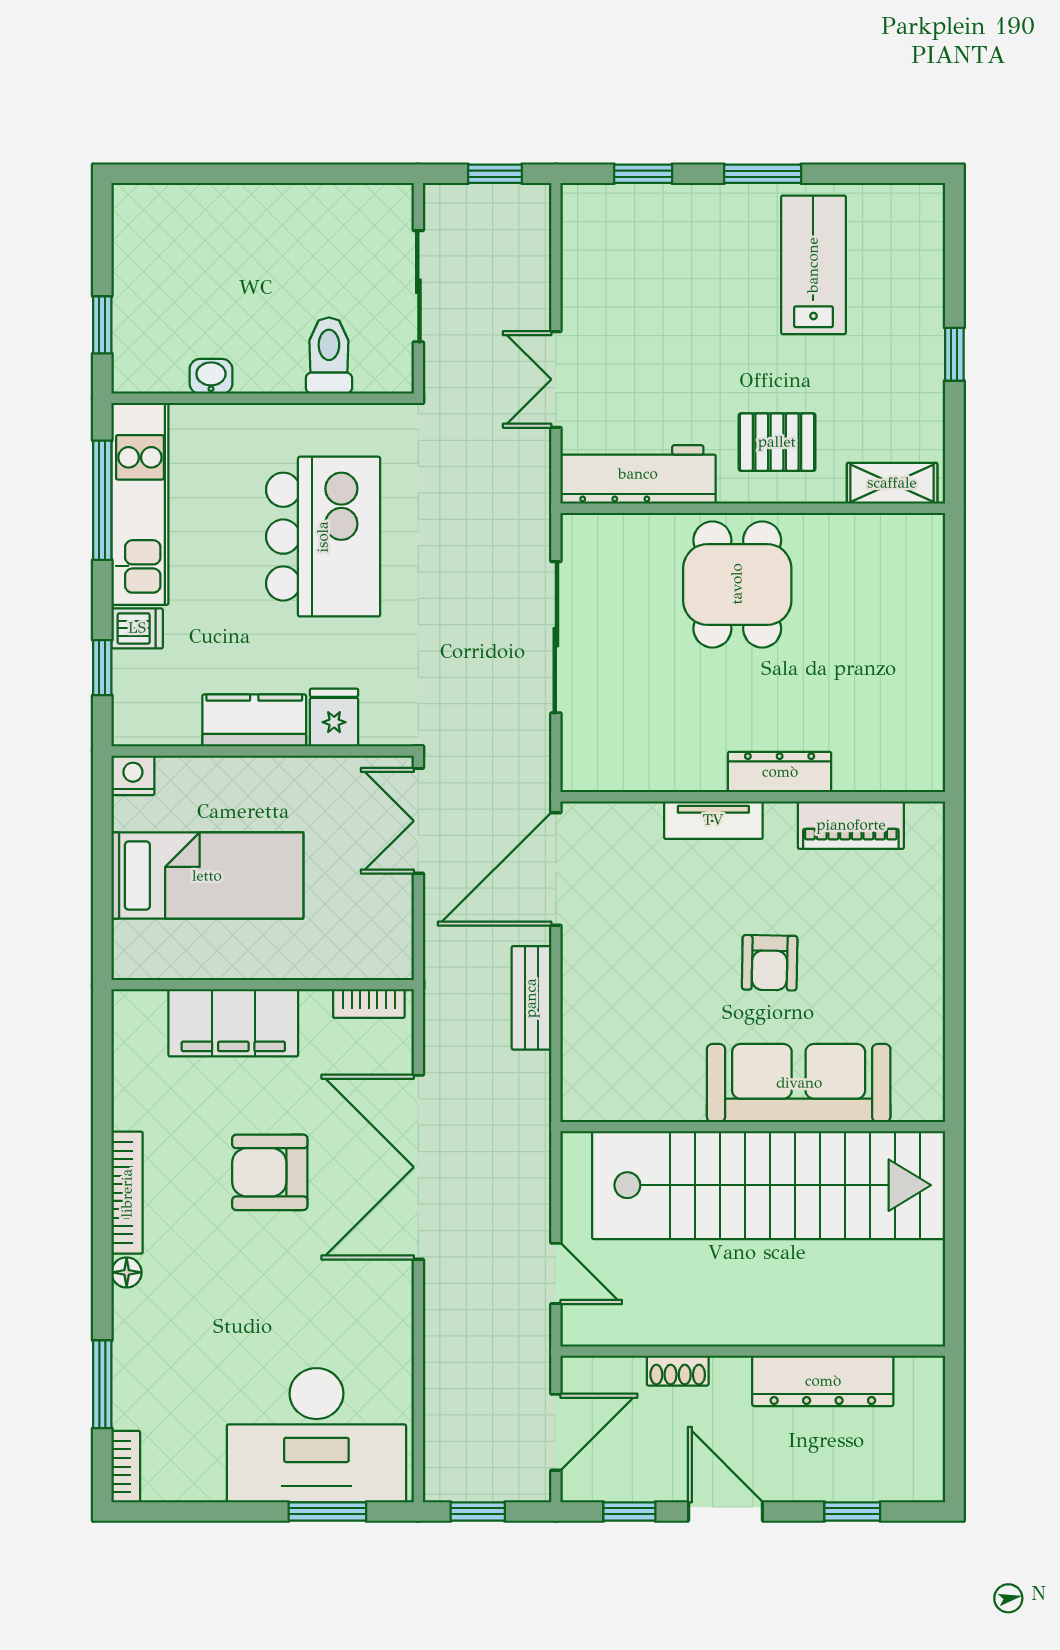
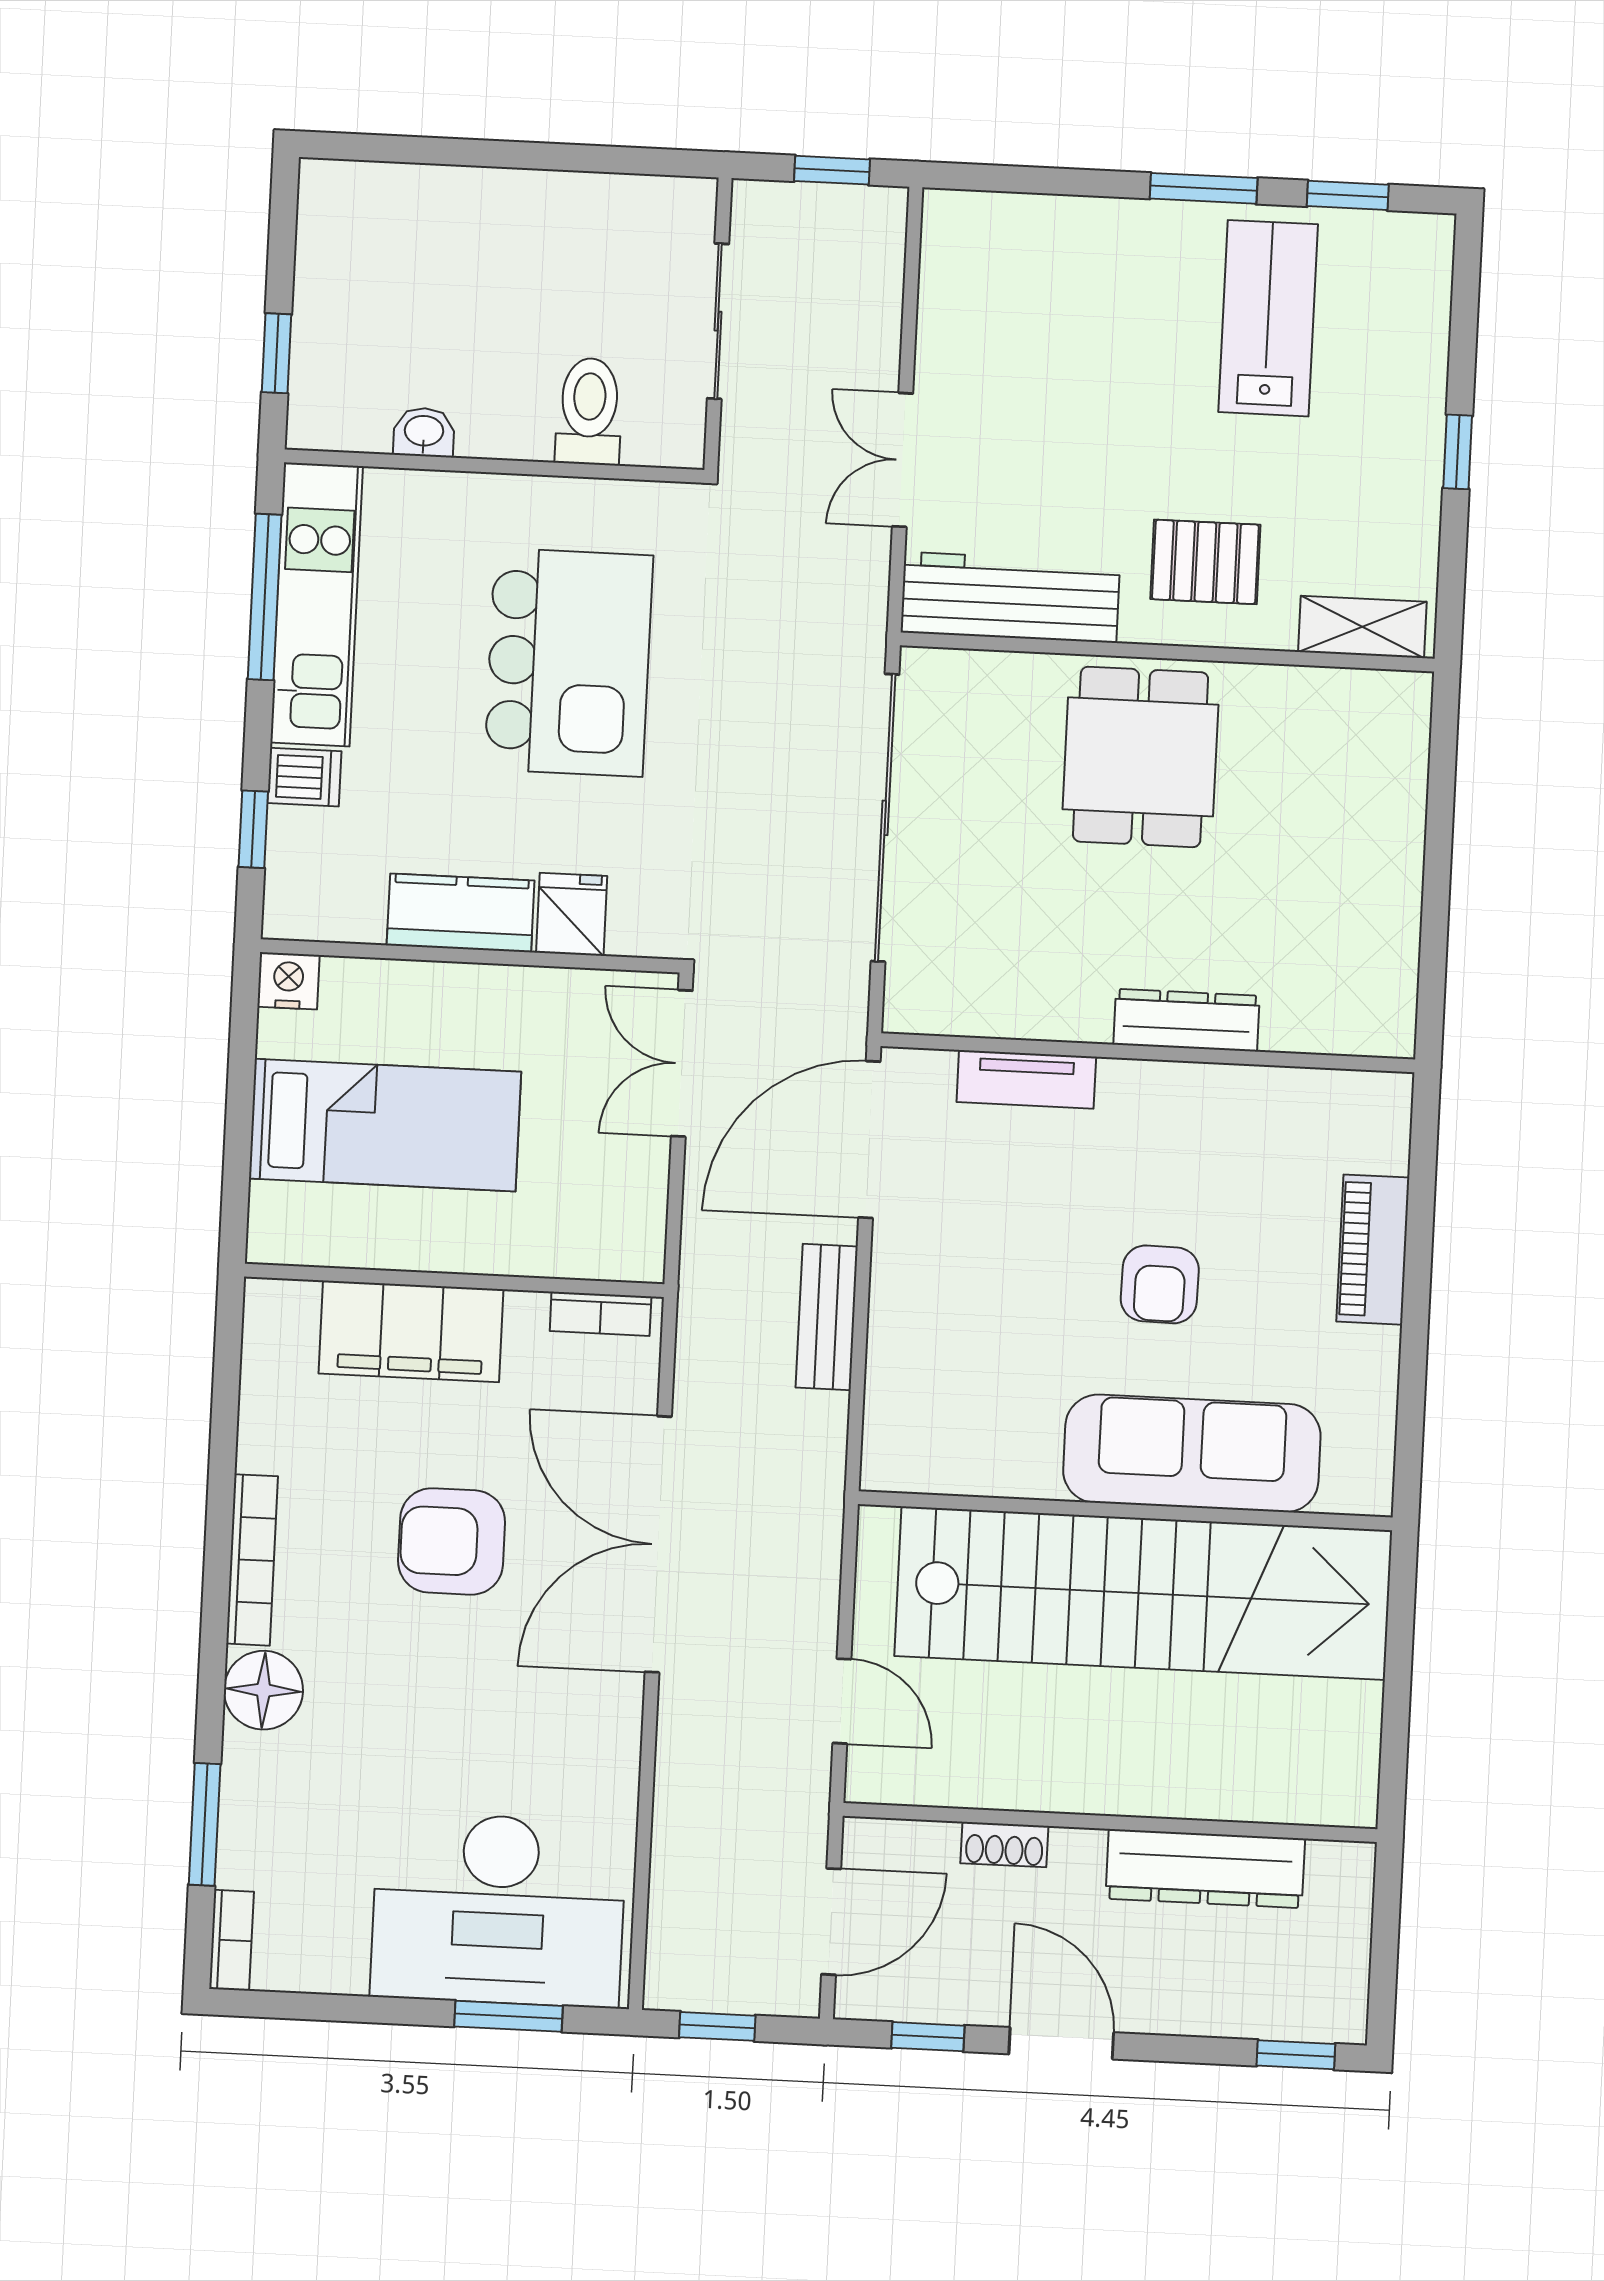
window: (643, 174) -> (1348, 195), moved
sliding door: (556, 637) -> (885, 818), width x1.36
tv unit: (713, 820) -> (1026, 1079), moved
piano: (851, 825) -> (1373, 1250), moved, turned 90
floor lamp: (127, 1272) -> (263, 1690), width x1.89, depth x1.89
window: (852, 1511) -> (1296, 2055), moved

